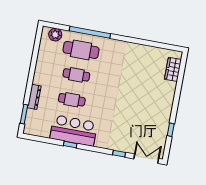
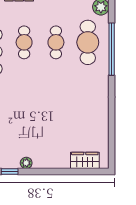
plant: (166, 116) -> (26, 163), added

